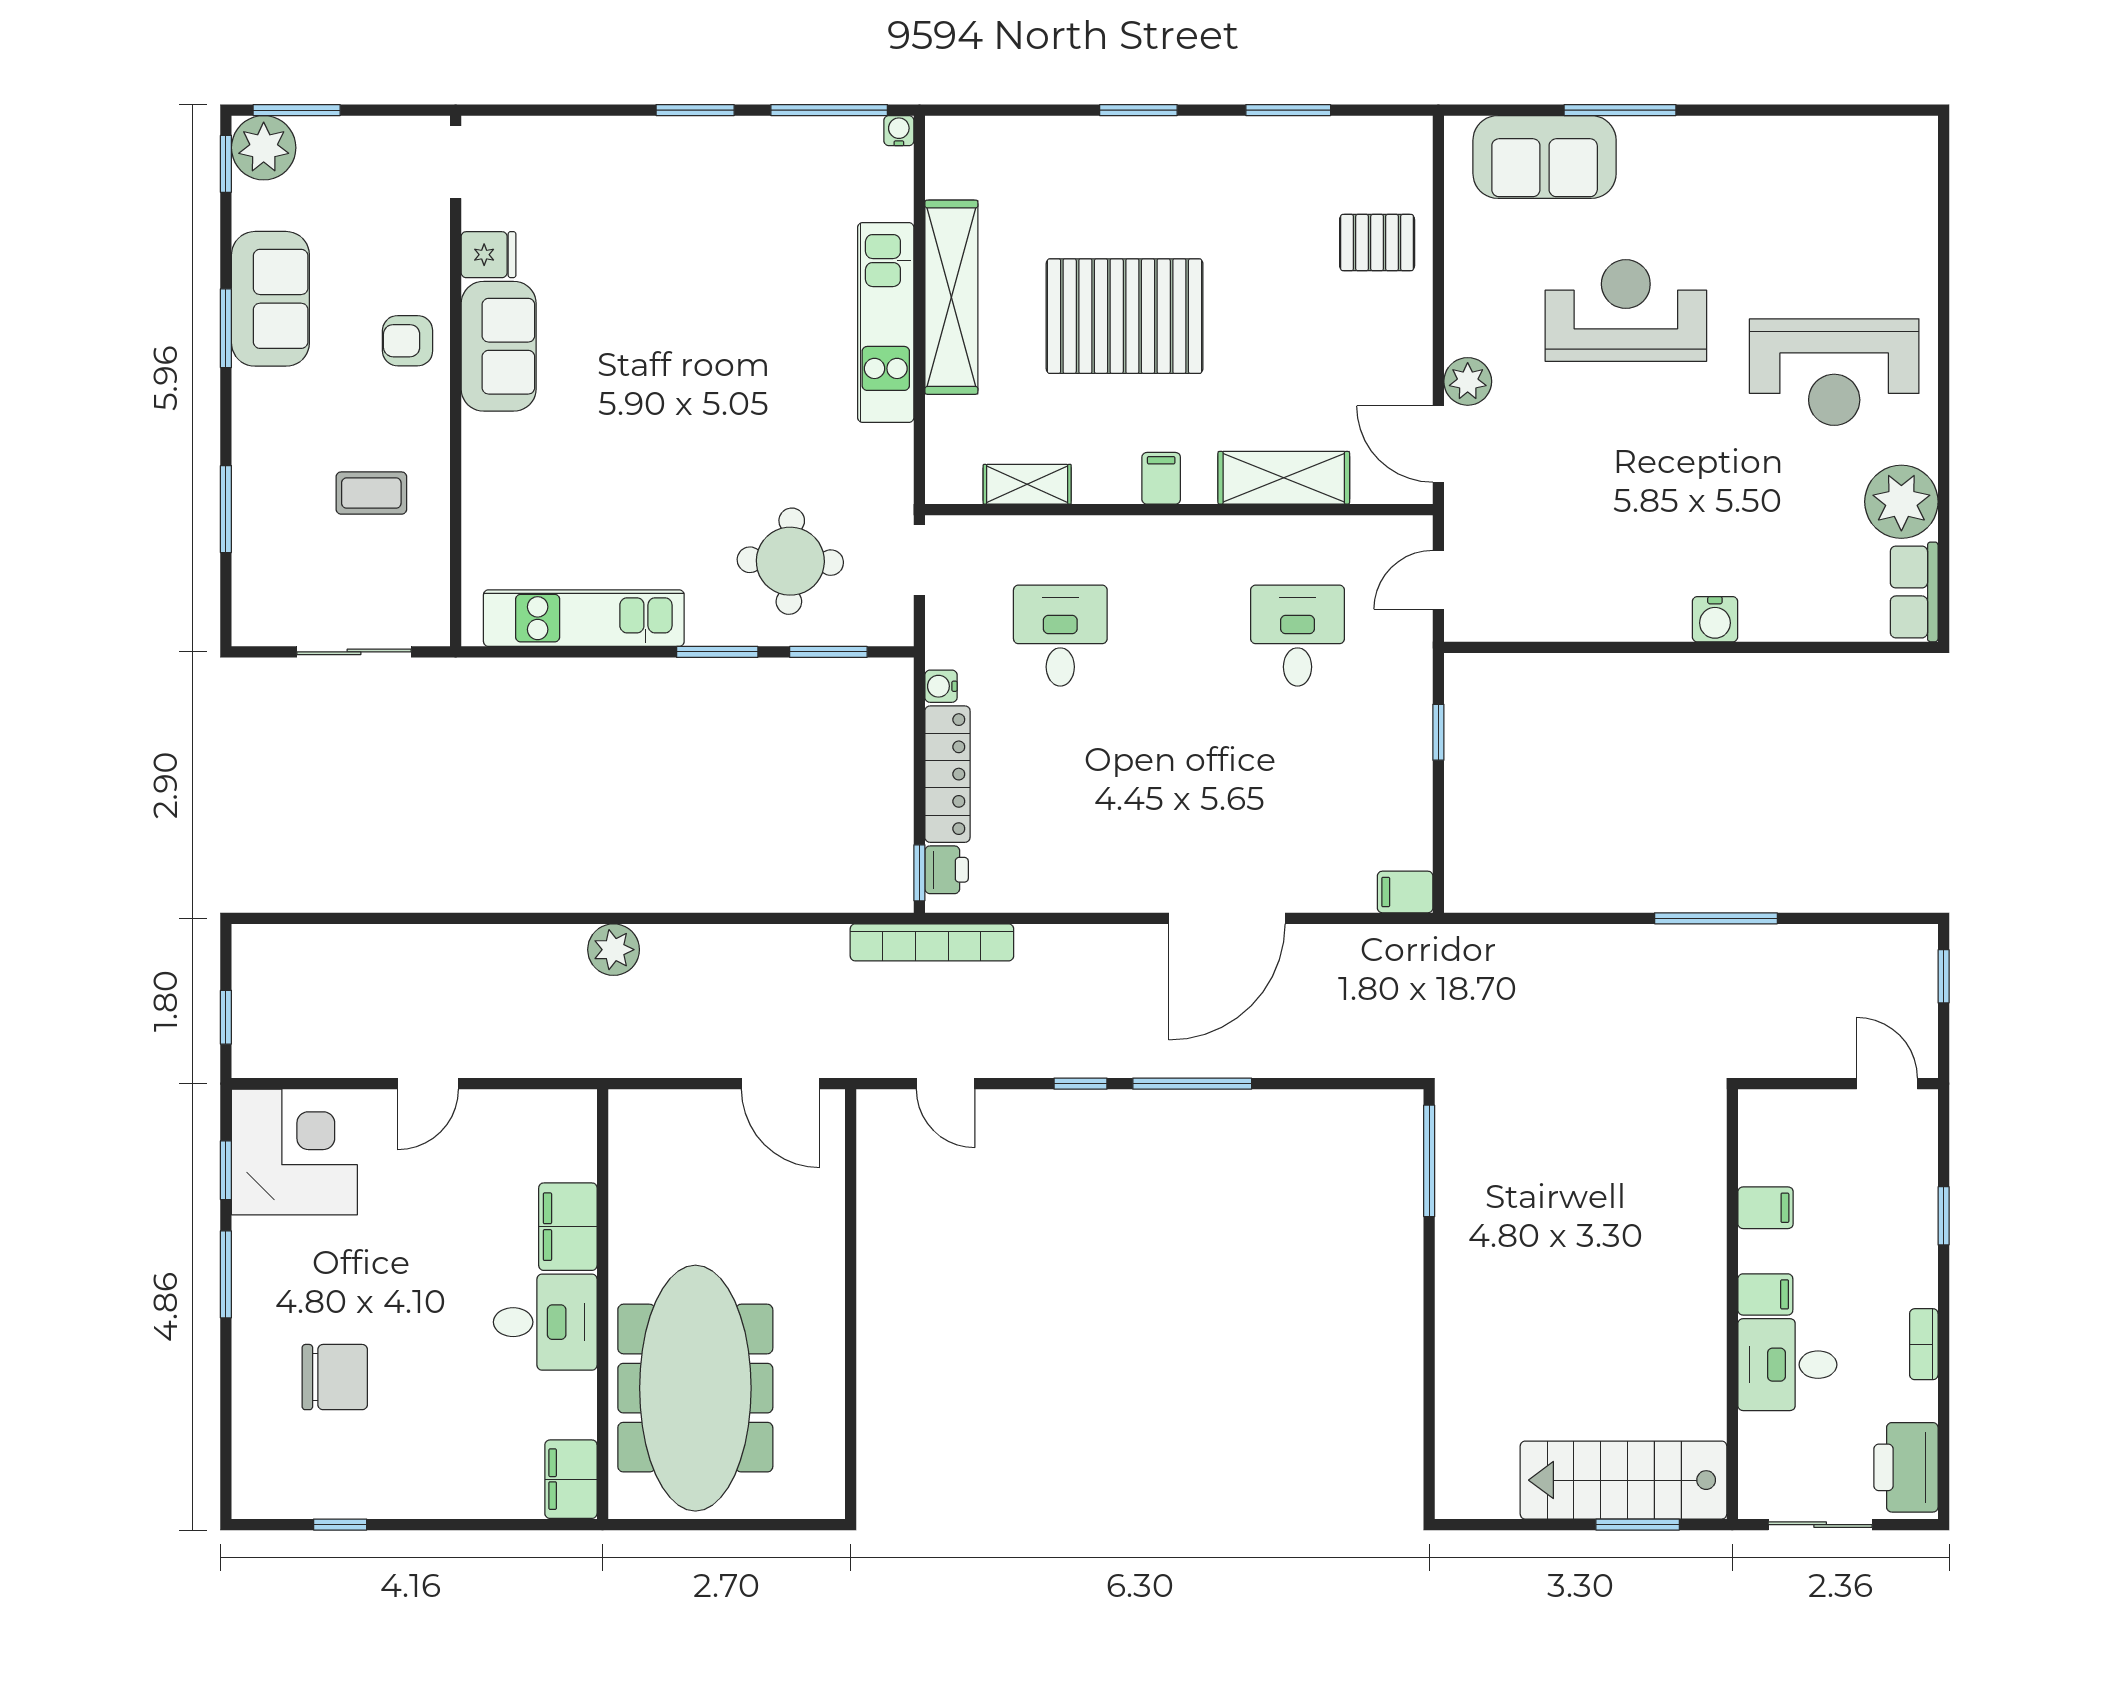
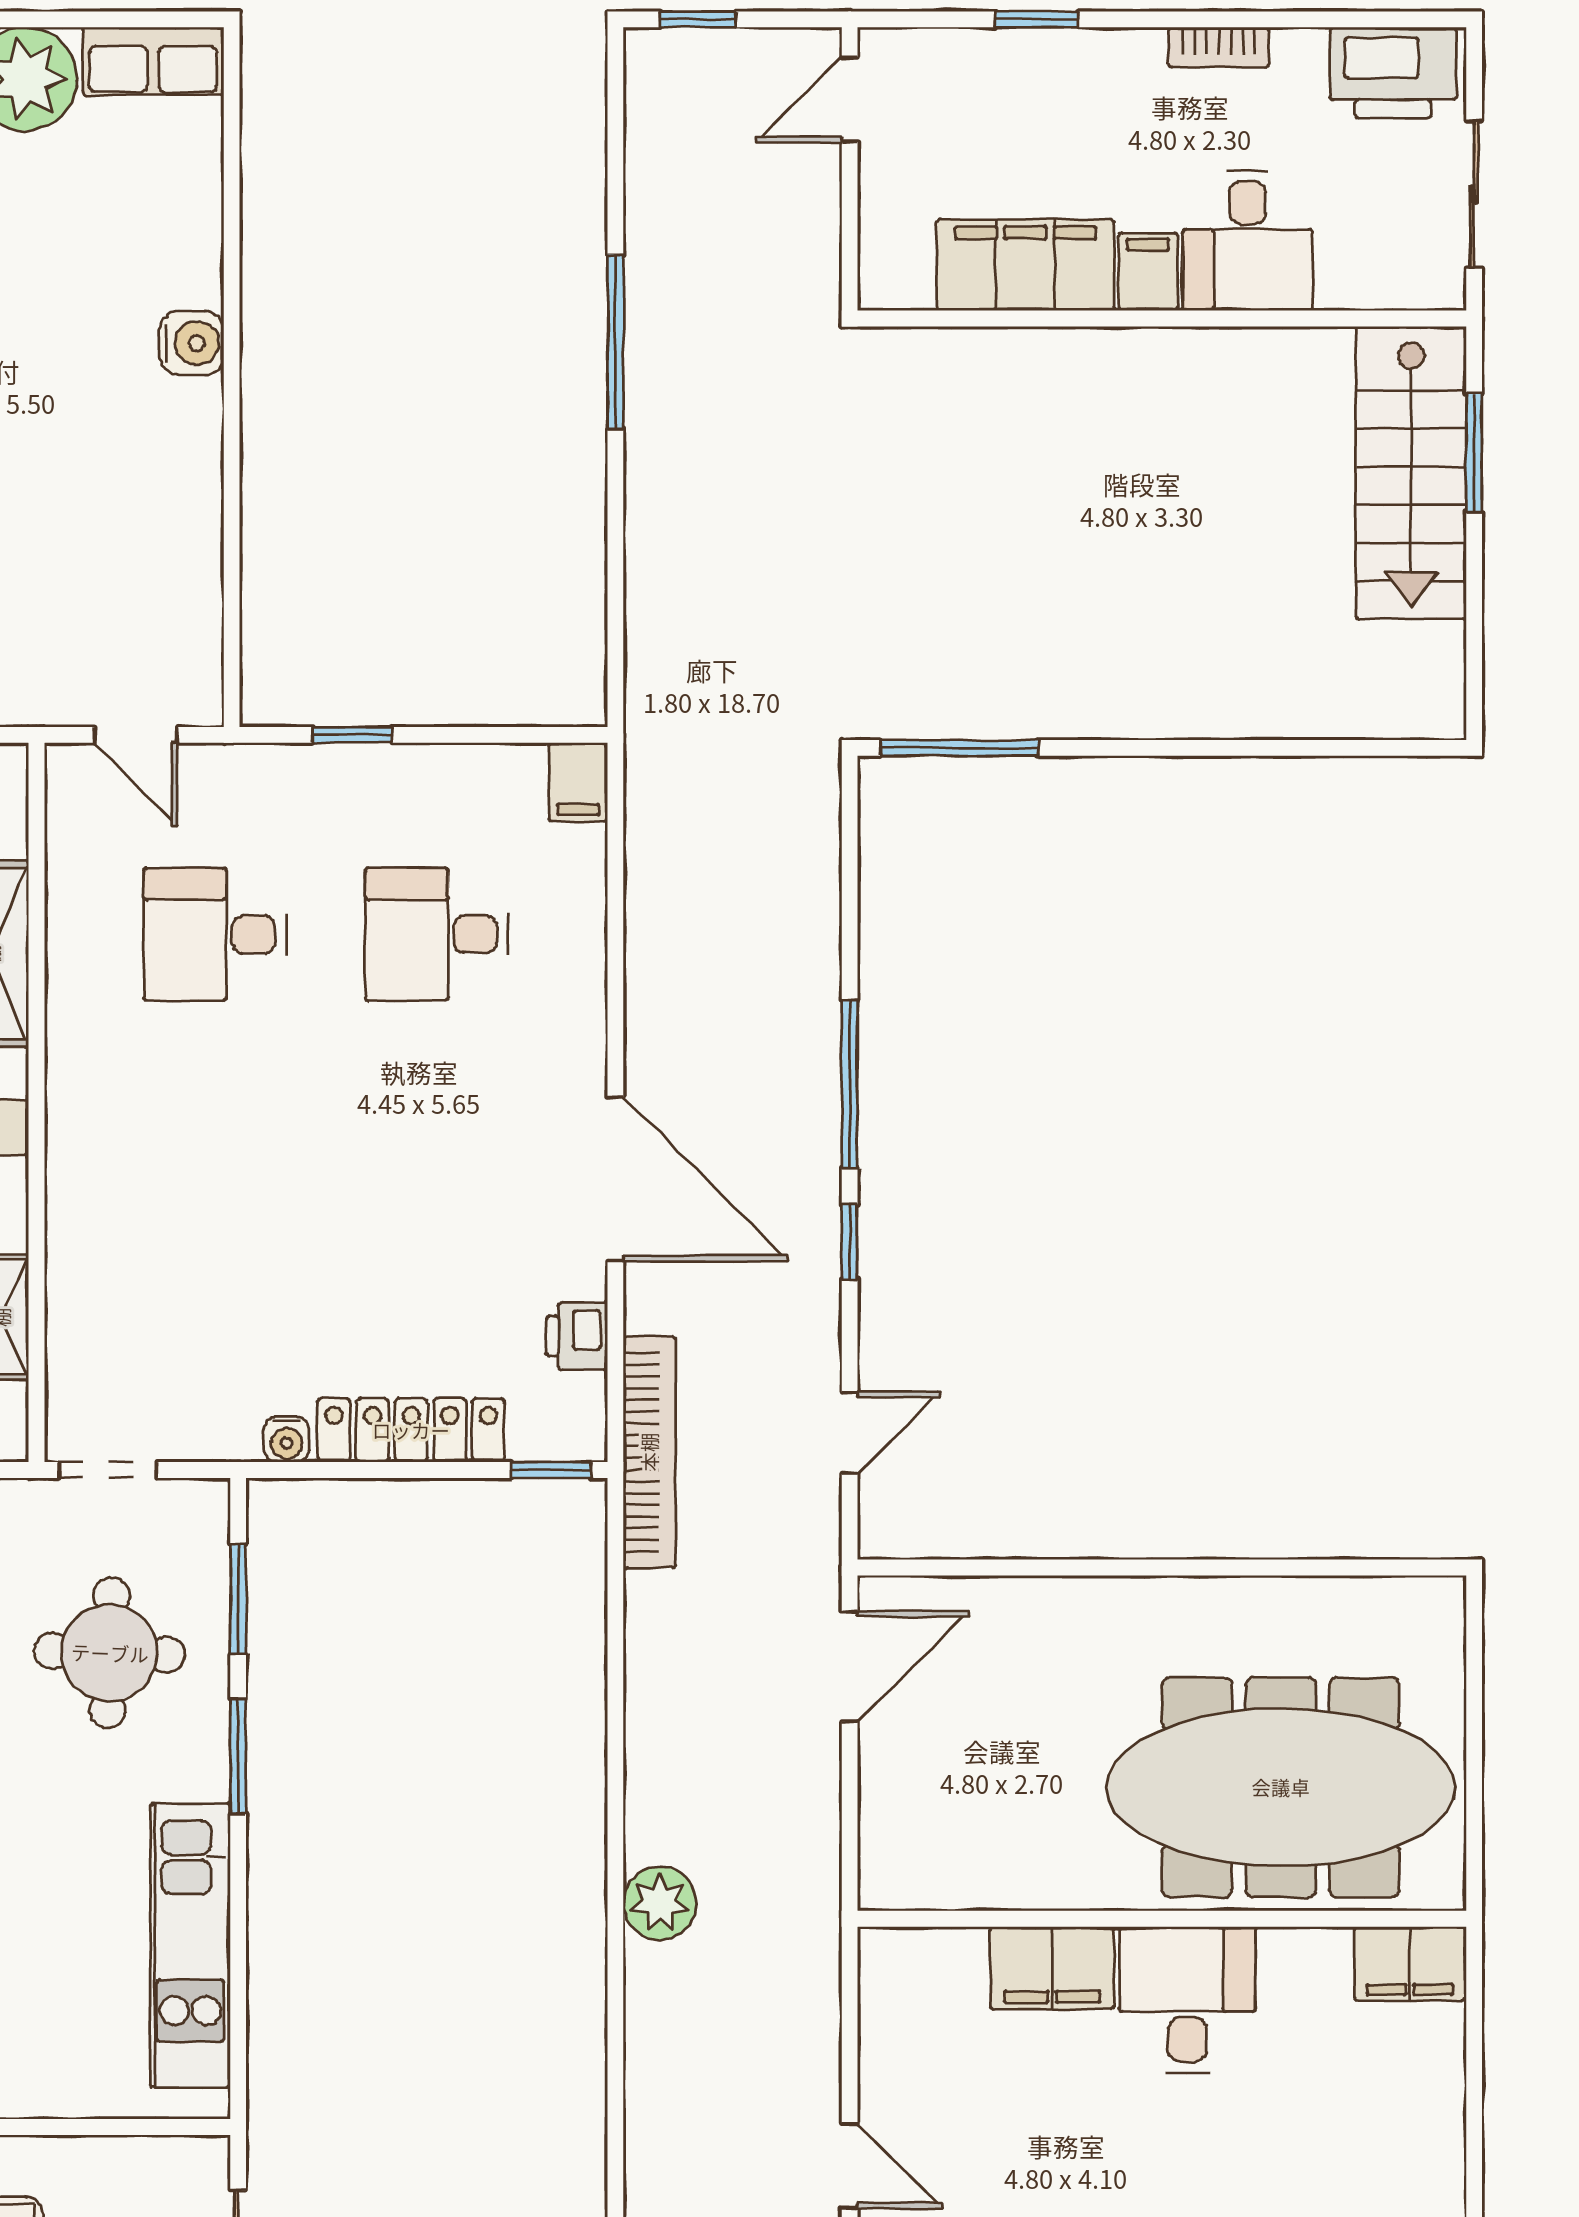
desk: (1060, 636) -> (437, 934), moved
printer: (947, 870) -> (577, 1336), moved, turned -90
door: (1227, 918) -> (615, 1179), moved
filing cabinet: (1766, 1208) -> (1025, 265), width x3.00, depth x1.17

